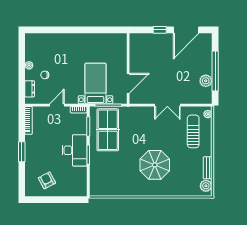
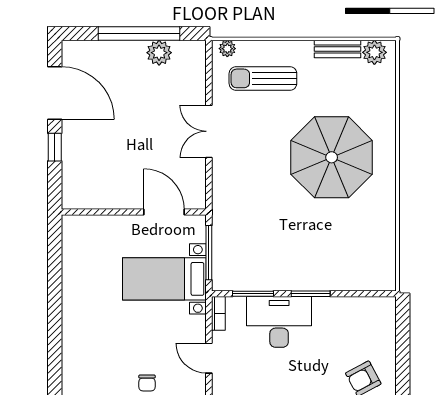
double door: (167, 105) -> (209, 131), swing flipped
table tennis table: (108, 130) -> (260, 254), removed
desk: (75, 150) -> (279, 322), moved
parasol: (155, 165) -> (332, 157), width x1.36, depth x1.36

